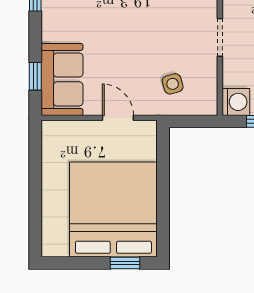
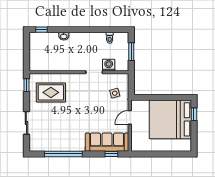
sofa: (62, 79) -> (107, 142), width x1.36
washing machine: (236, 102) -> (109, 65), moved

